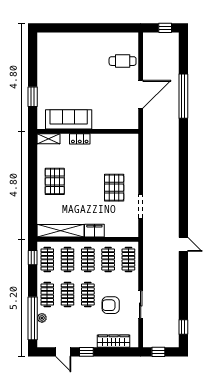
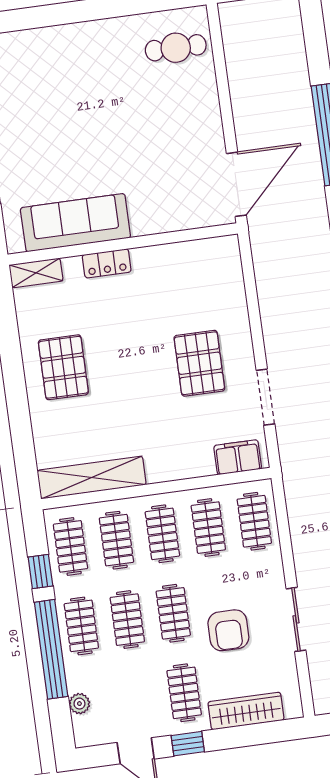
cafe table: (123, 61) -> (176, 48), moved
door: (141, 94) -> (236, 184), moved
filing cabinet: (94, 231) -> (238, 457), moved
window: (33, 258) -> (40, 571), moved
armchair: (111, 305) -> (228, 630), turned -90
window: (33, 318) -> (51, 649), moved
plant: (42, 318) -> (79, 704), moved
clothes rail: (88, 330) -> (184, 693), added

